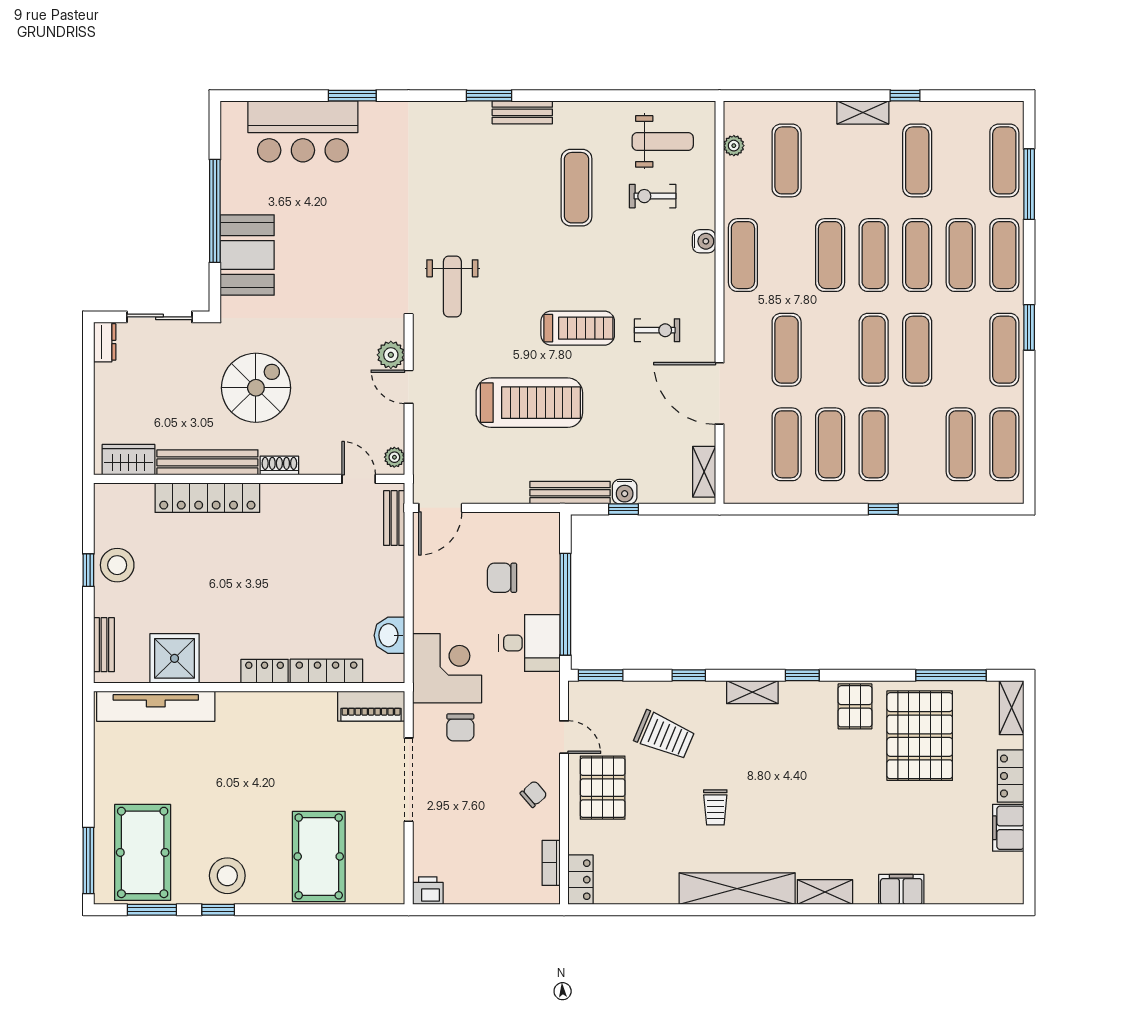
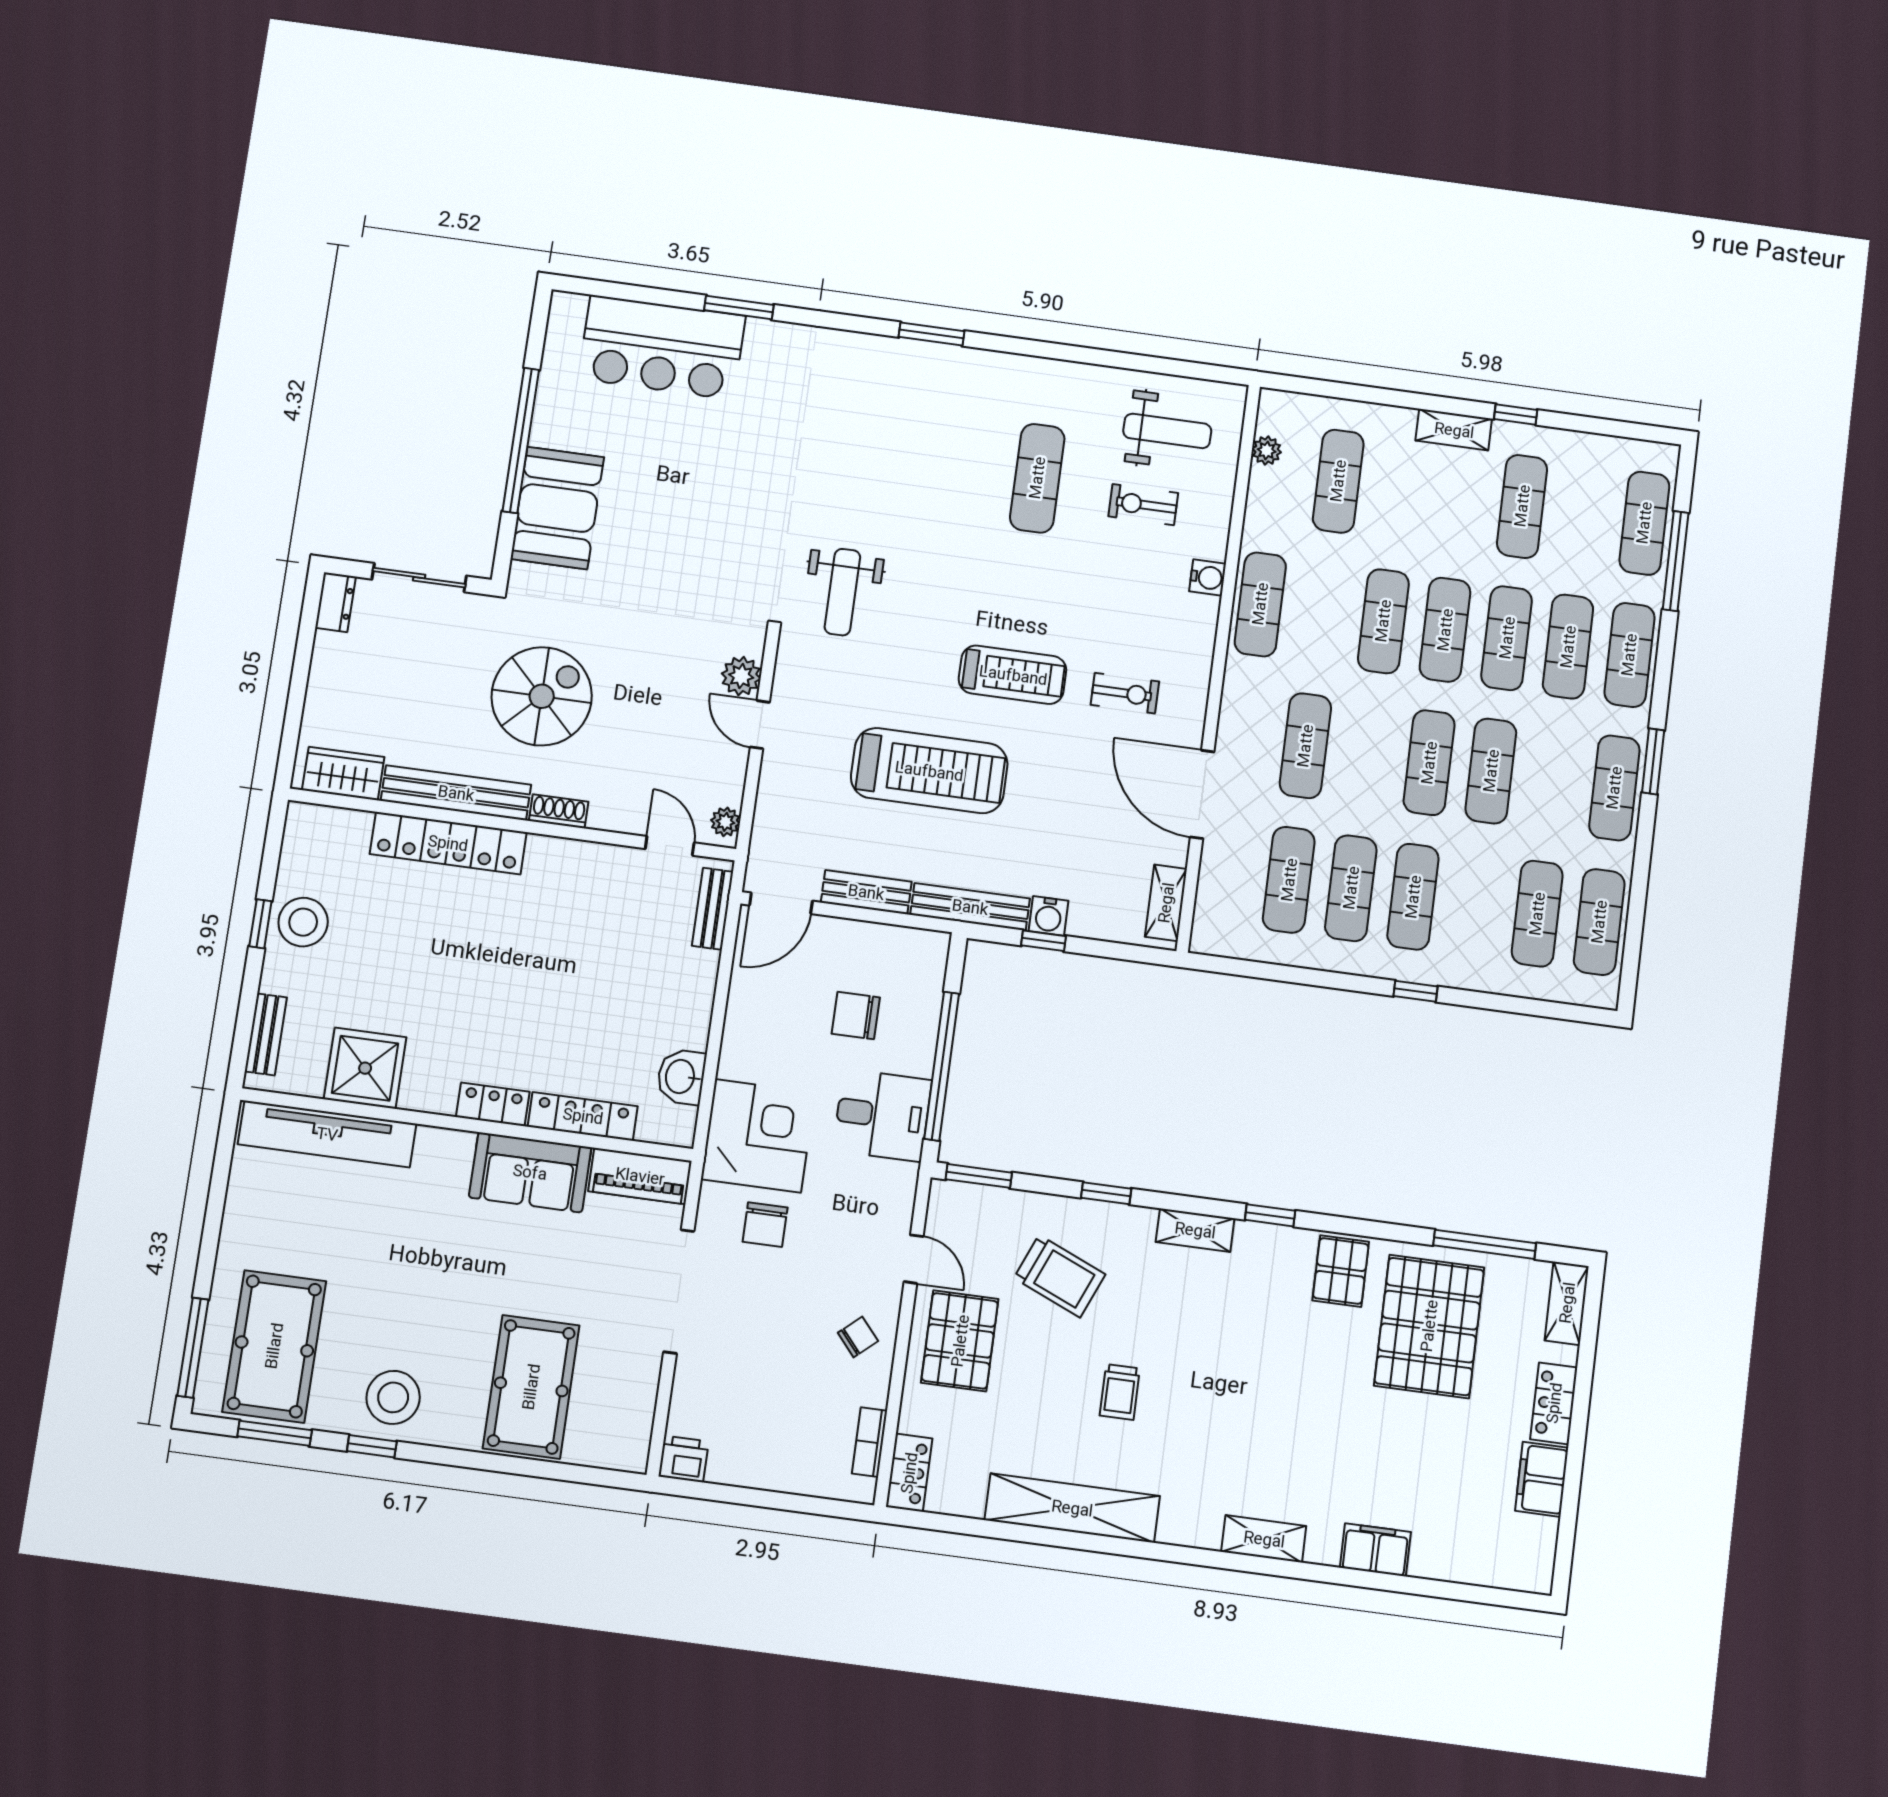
bench: (522, 112) -> (866, 892), moved
sofa: (297, 714) -> (530, 1172), added
shelving: (737, 889) -> (1072, 1508), moved

